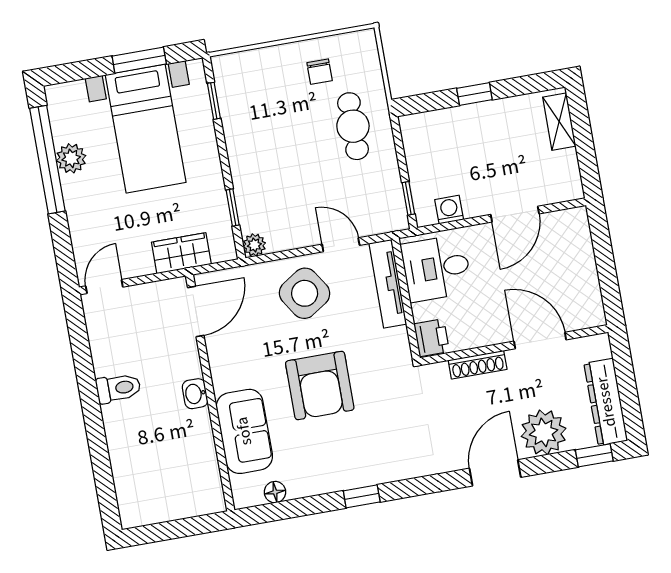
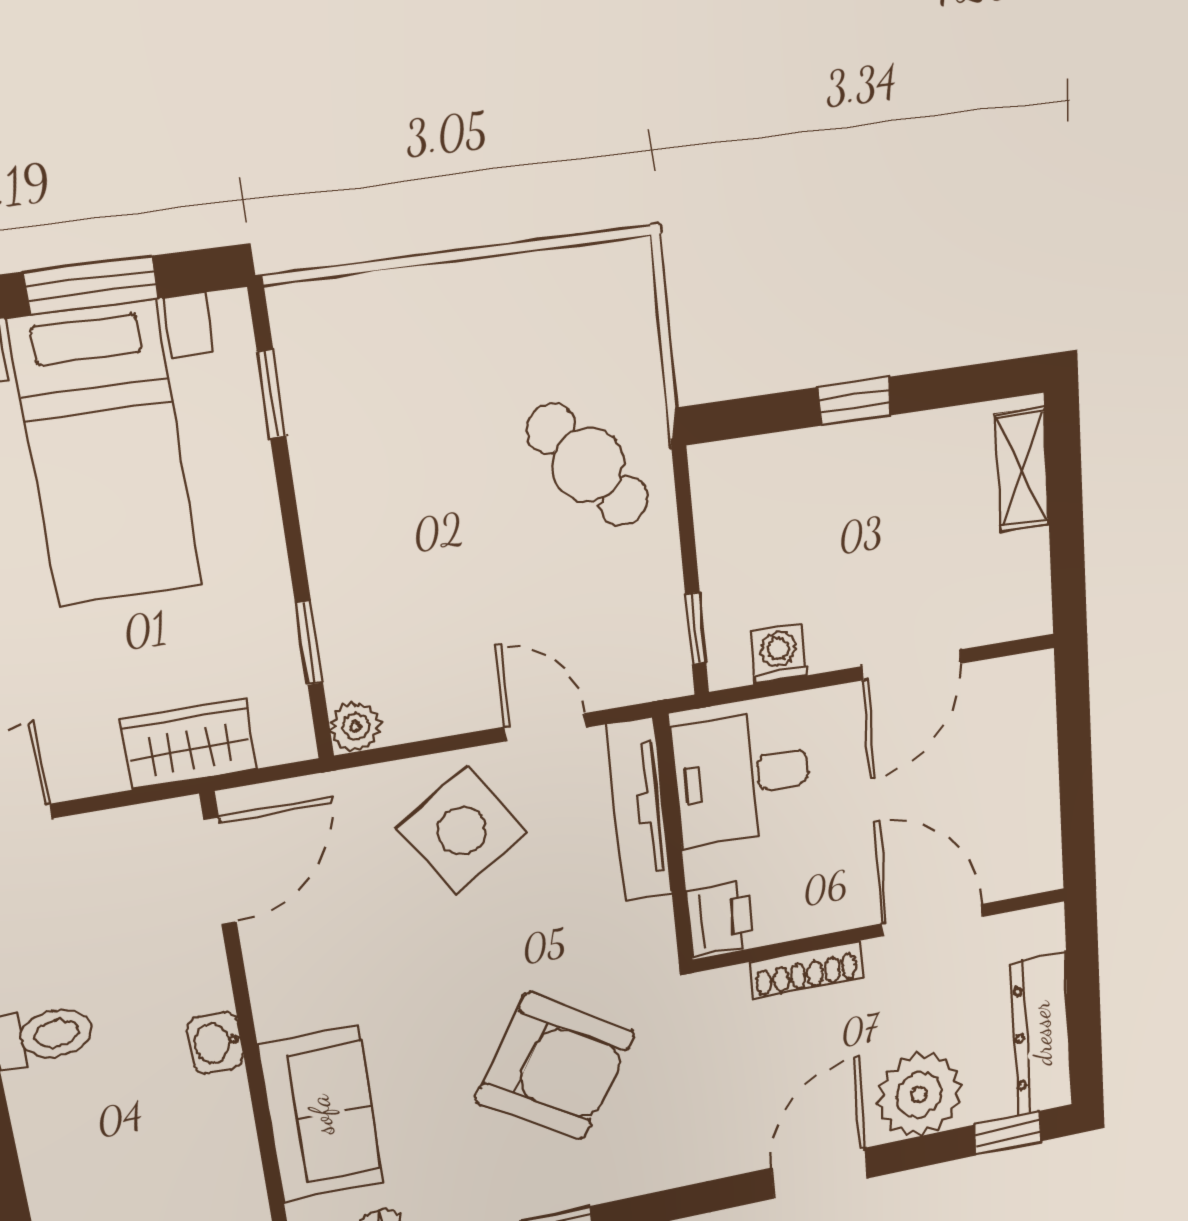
chair: (320, 72) -> (520, 334), removed
cafe table: (353, 126) -> (588, 465), turned -39
armchair: (320, 386) -> (555, 1067), moved, turned -58

